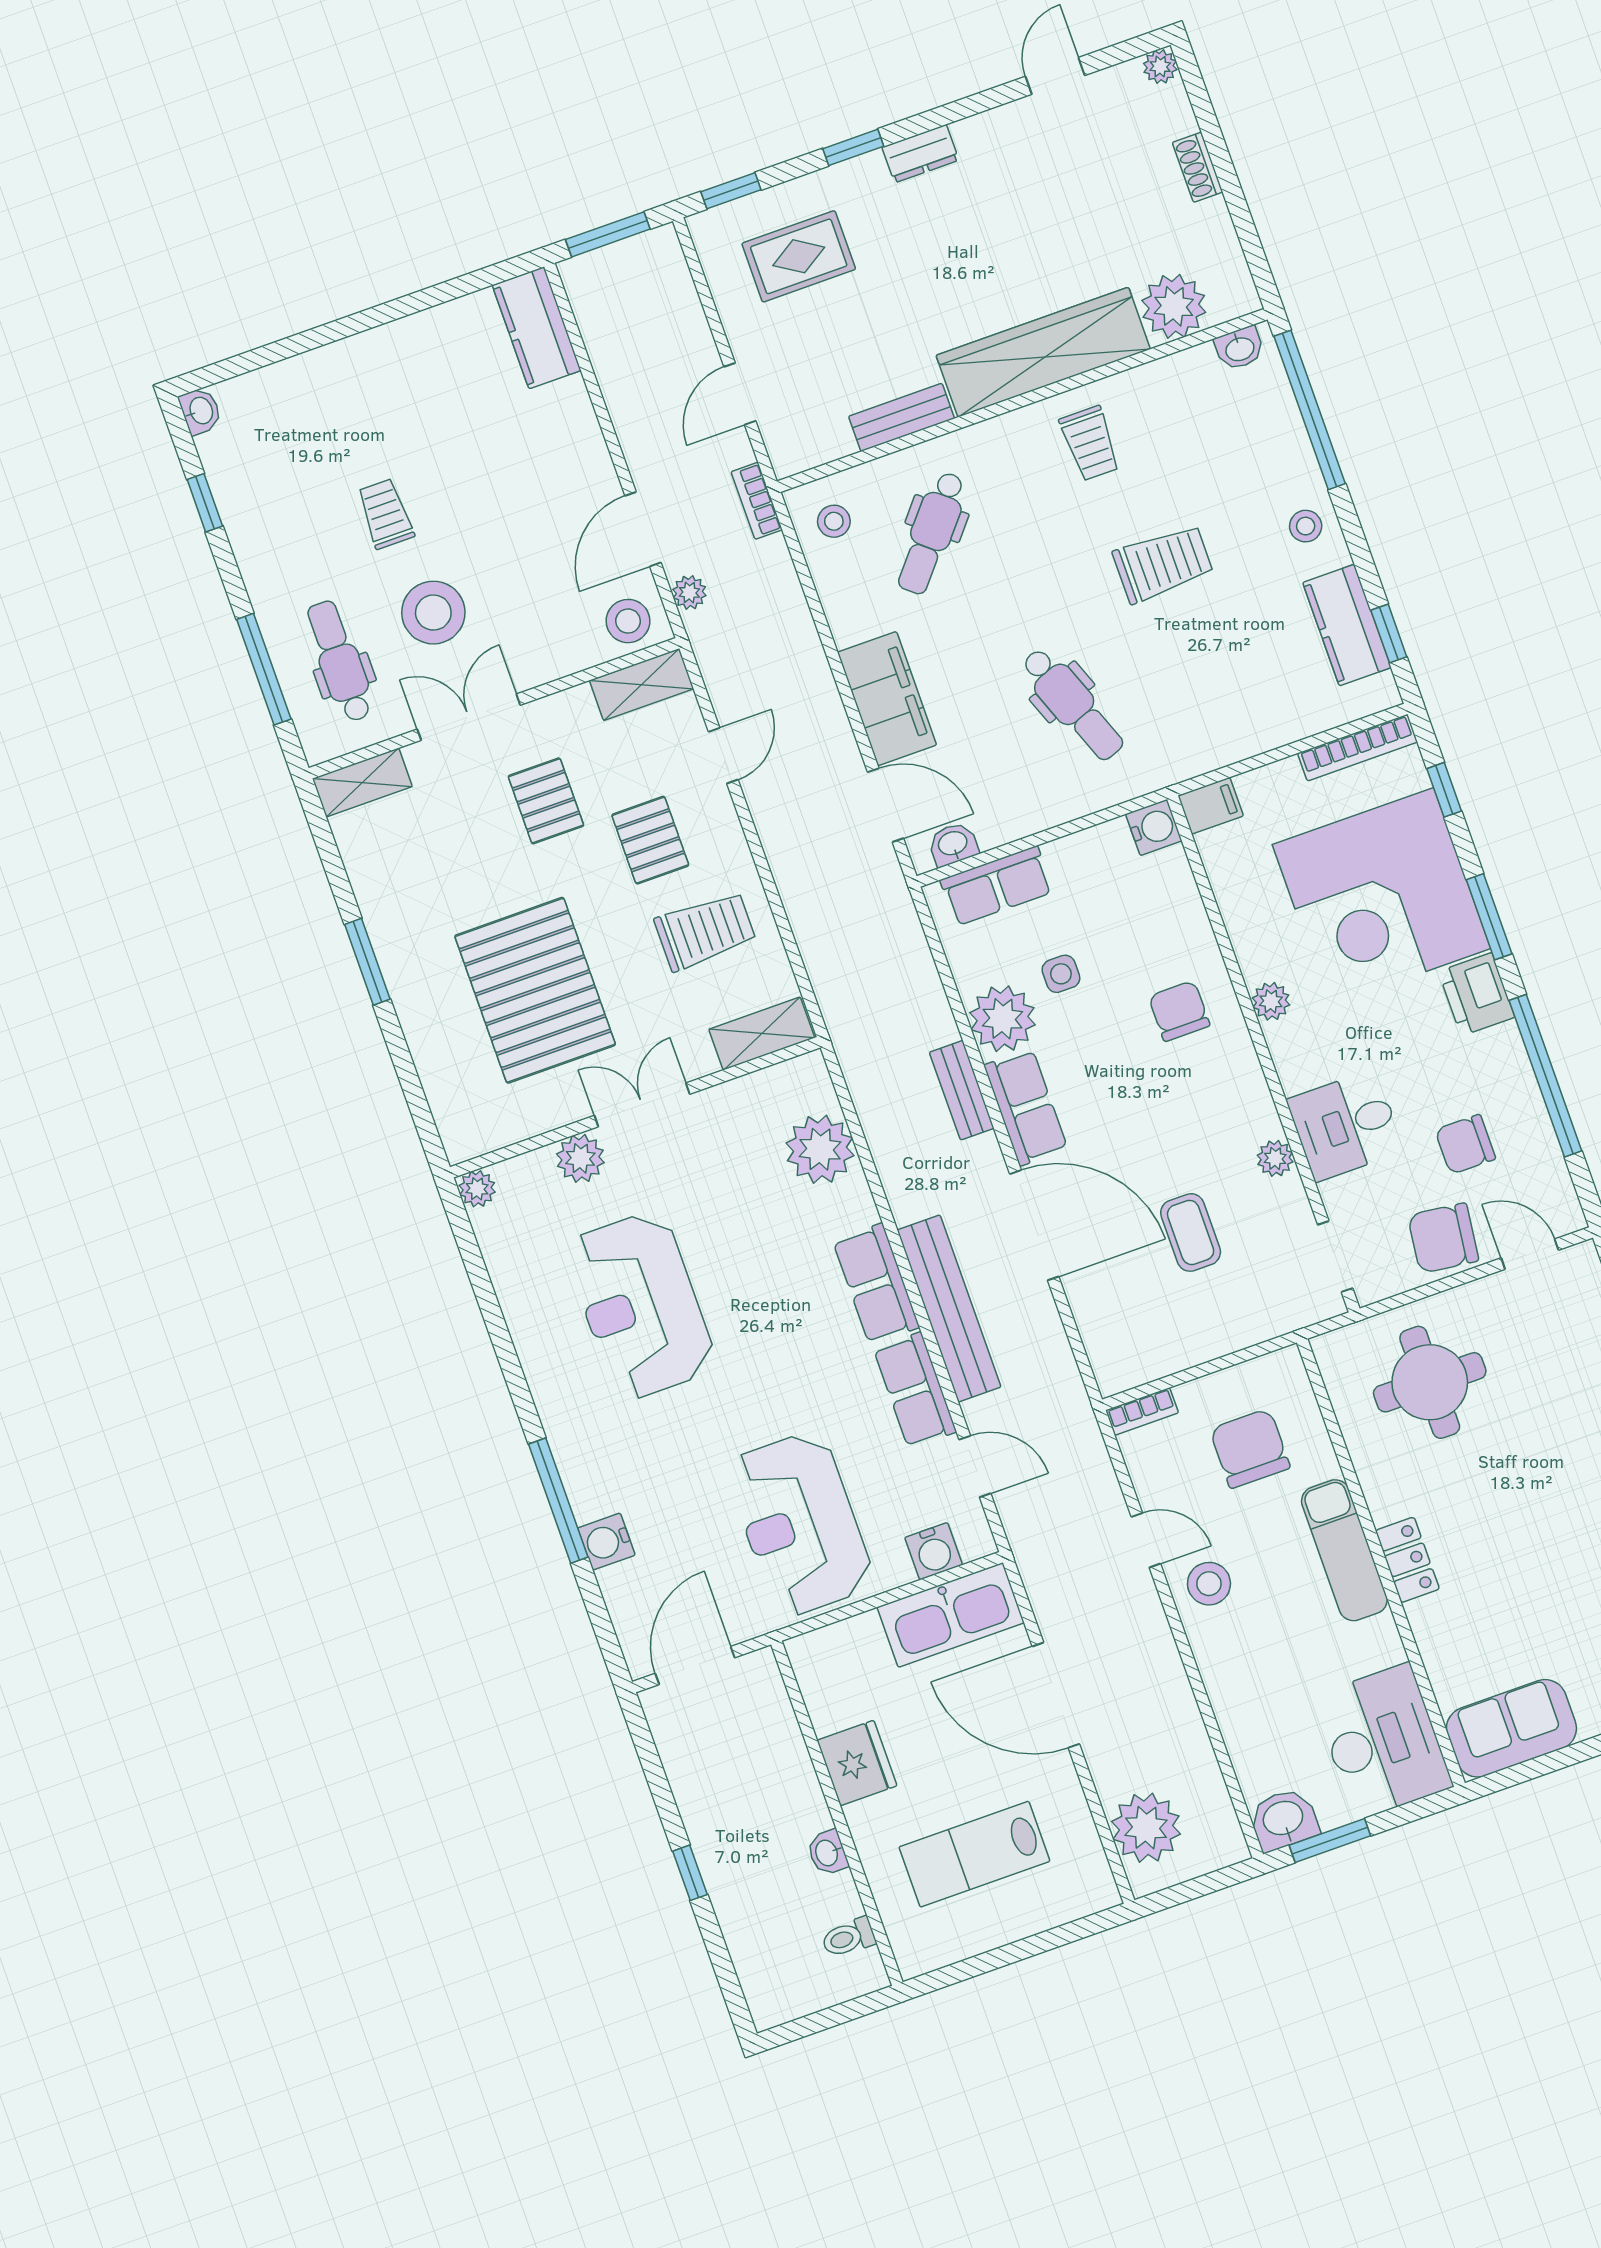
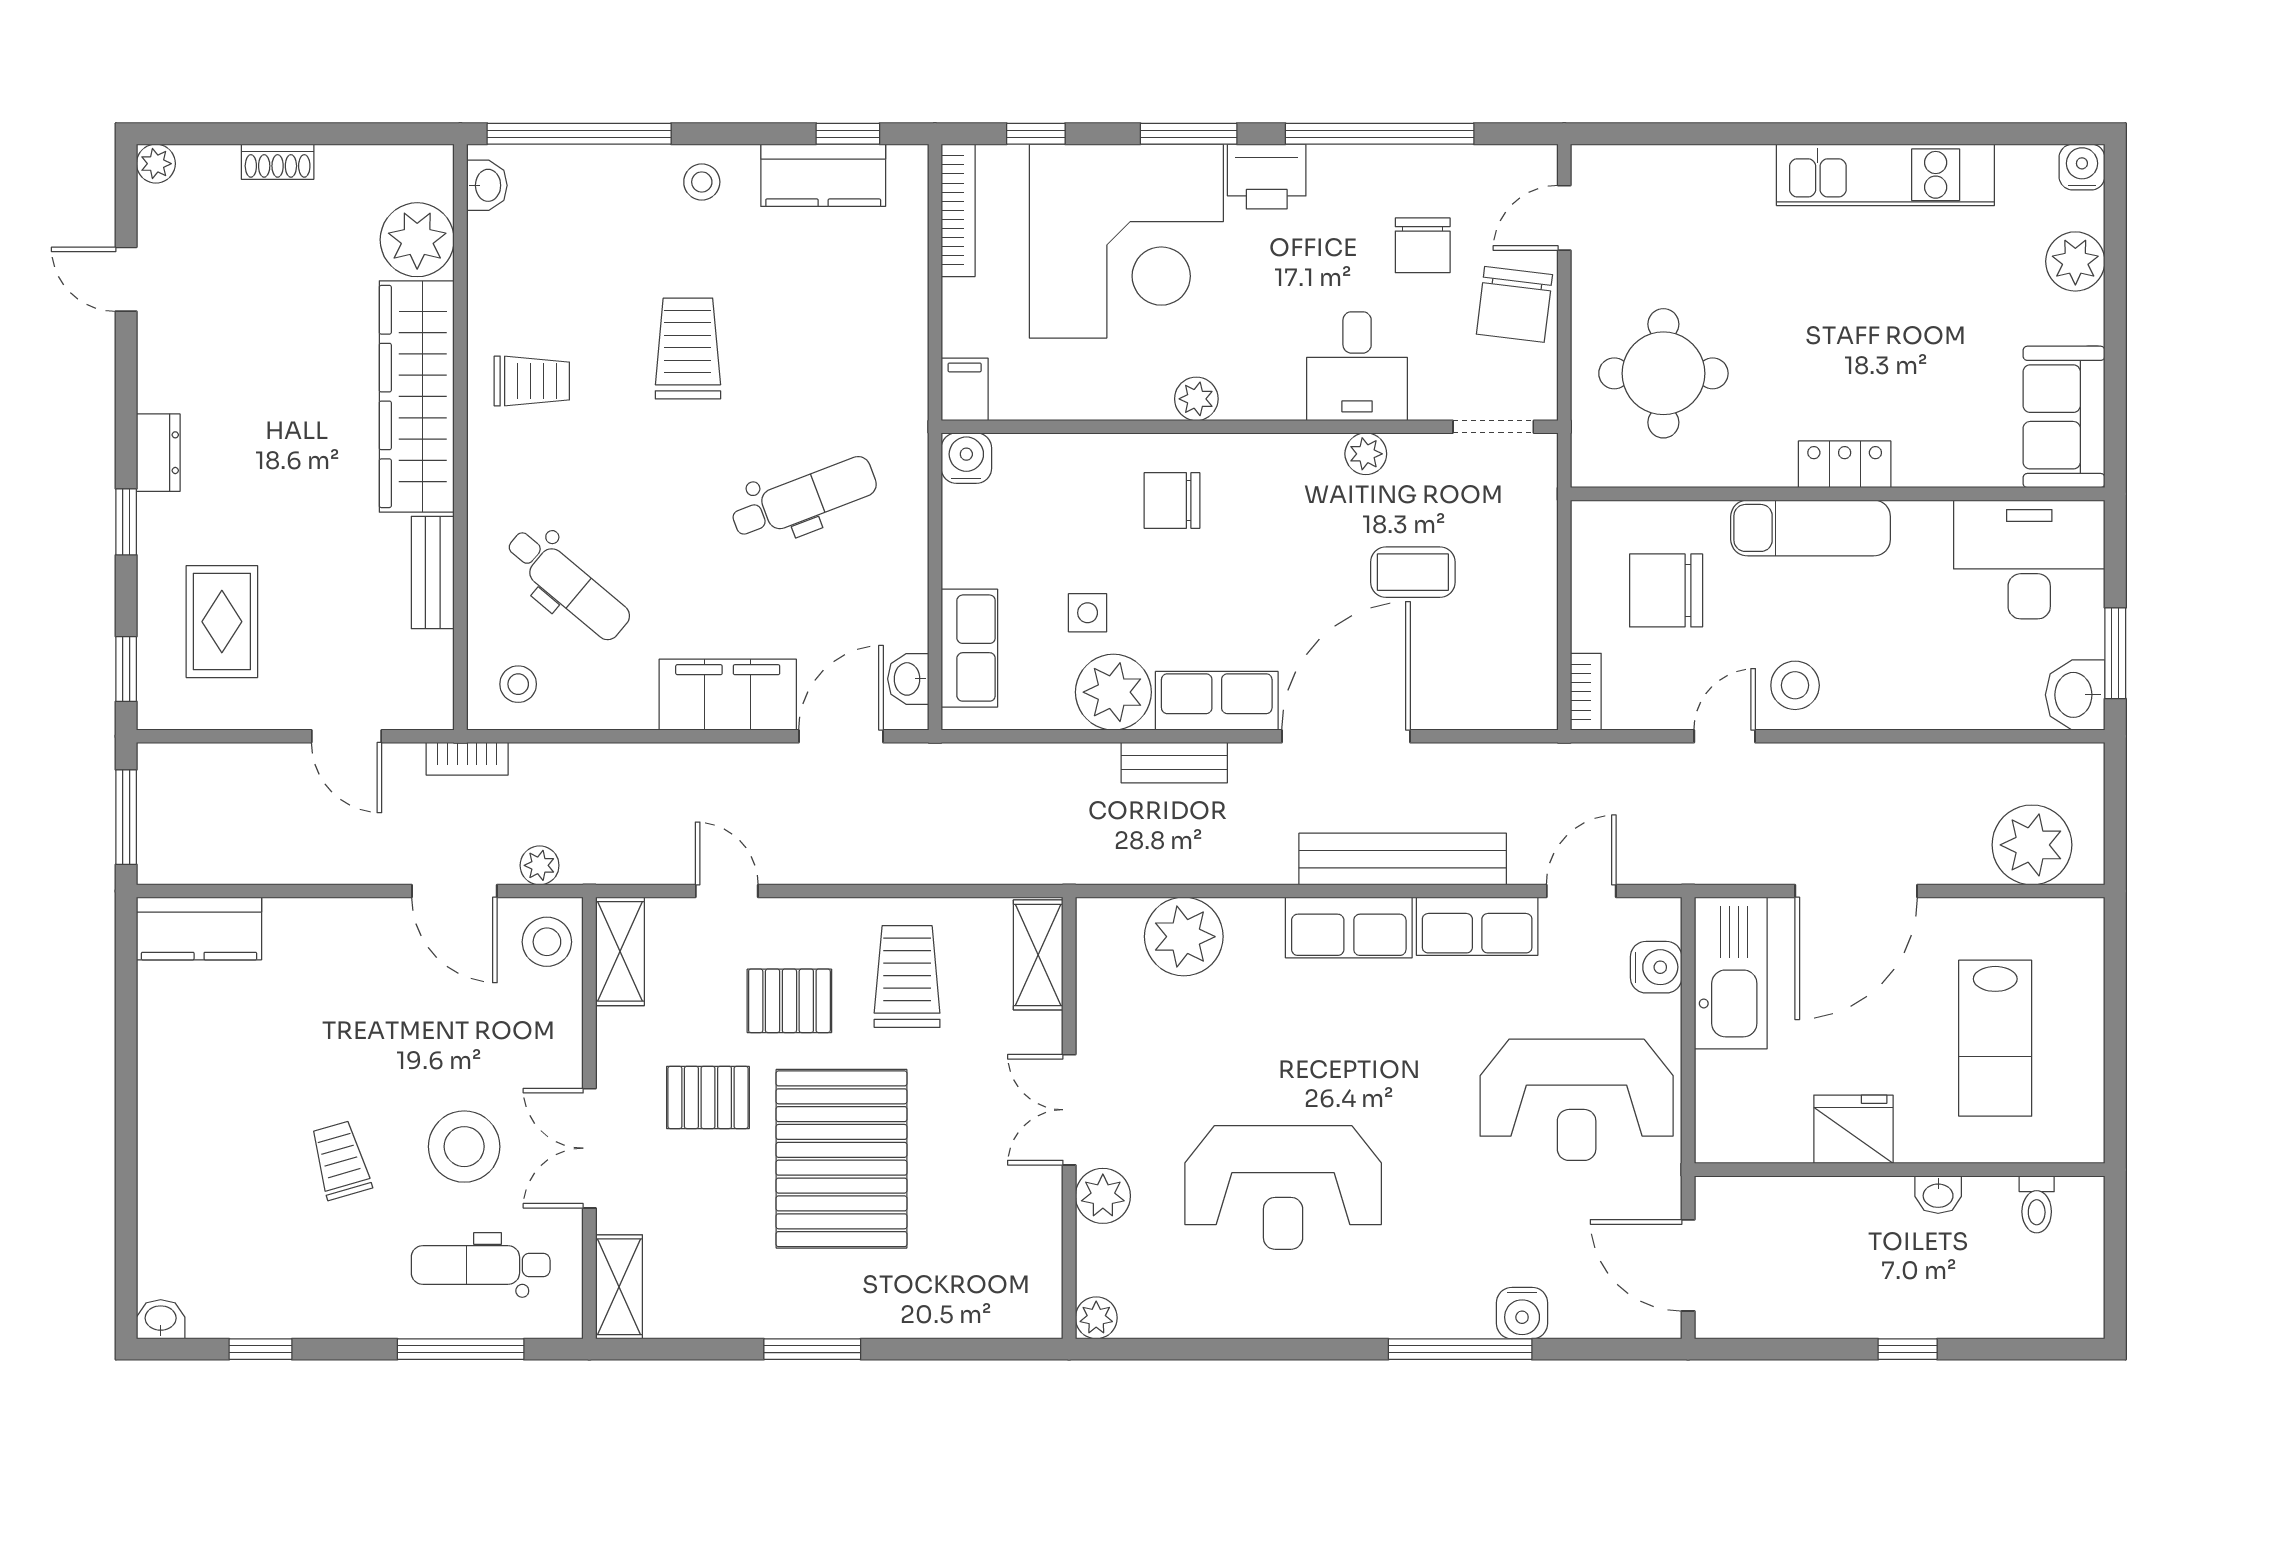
trolley: (385, 514) -> (341, 1160), turned 74
pallet: (535, 990) -> (841, 1159), moved, turned 90

